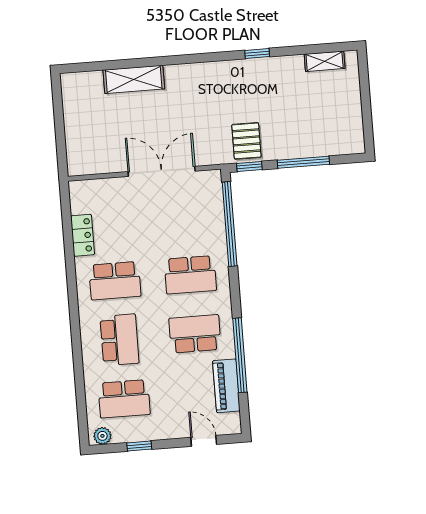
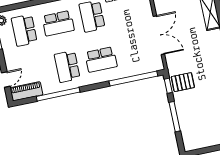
school desk: (190, 275) -> (101, 59), turned -90
school desk: (195, 334) -> (67, 67), turned 180
piano: (226, 386) -> (26, 91), moved

